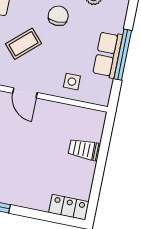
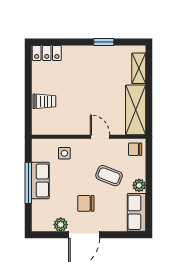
chair: (58, 16) -> (86, 203), turned 90
coffee table: (23, 44) -> (109, 176), turned 63

